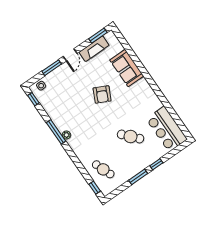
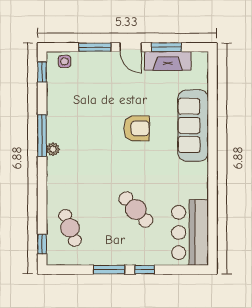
window: (98, 36) -> (166, 47), moved
door: (70, 55) -> (131, 47), hinge flipped
sofa: (127, 68) -> (193, 125), width x1.36
armchair: (102, 94) -> (137, 128), turned -116

